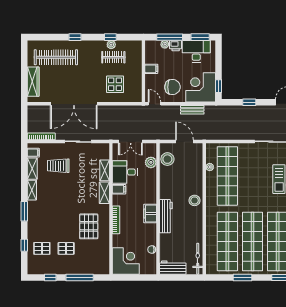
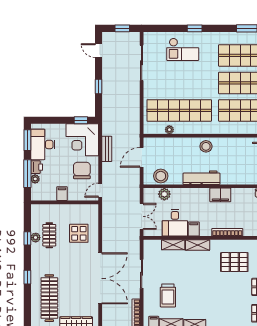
workbench: (166, 216) -> (201, 178), moved

